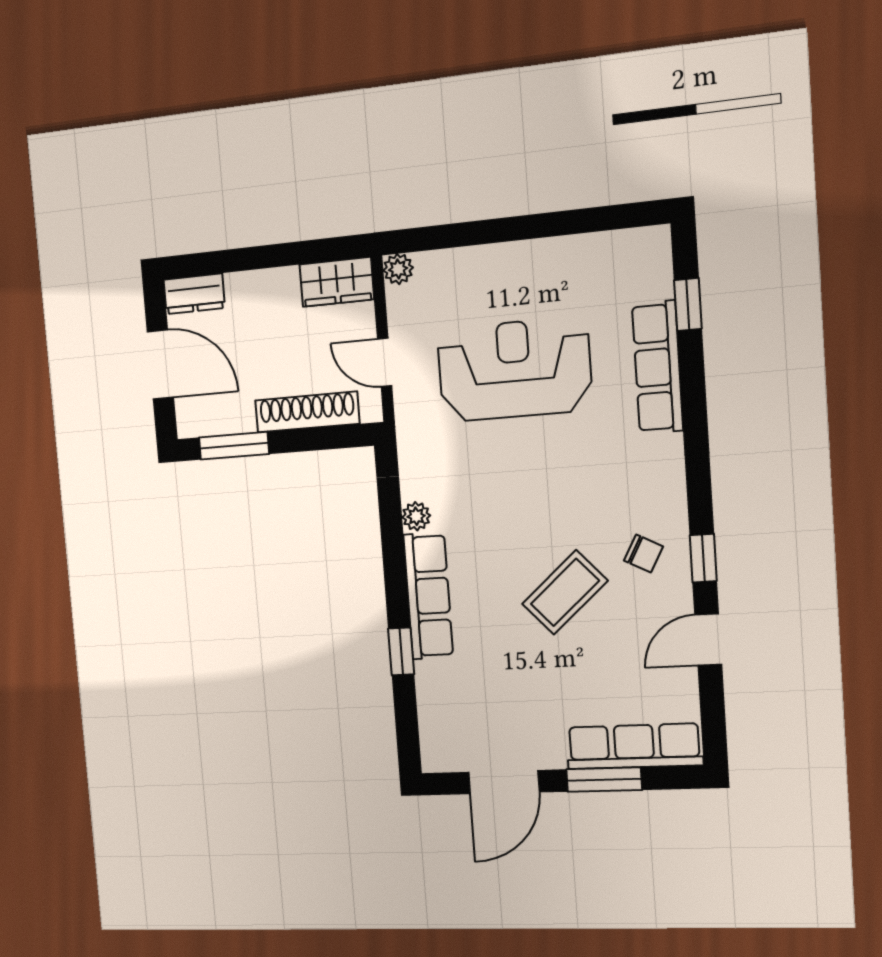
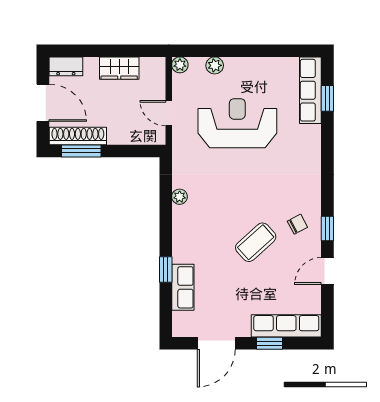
plant: (463, 263) -> (215, 65), added
wardrobe: (337, 282) -> (119, 68), moved
row of seats: (658, 367) -> (310, 90), moved
shoe rack: (307, 412) -> (78, 136), moved
chair: (643, 554) -> (297, 224), turned -56
row of seats: (428, 596) -> (183, 287), moved, width x0.68
window: (604, 780) -> (269, 343), width x0.67

